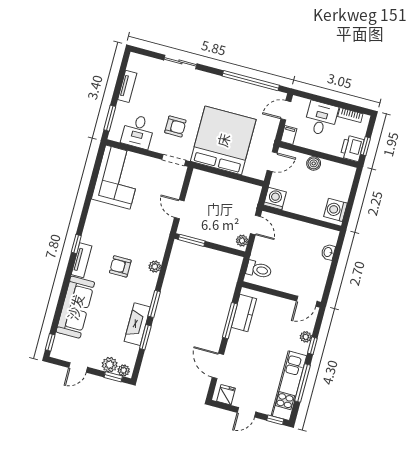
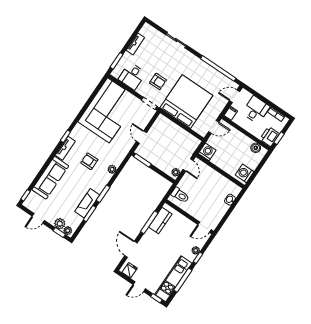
boiler: (314, 163) -> (256, 148), moved
corner sofa: (118, 177) -> (108, 110), width x1.36, depth x1.36

